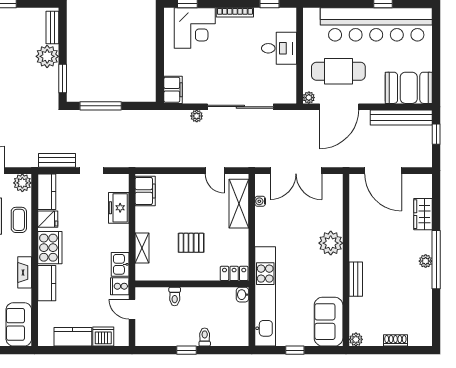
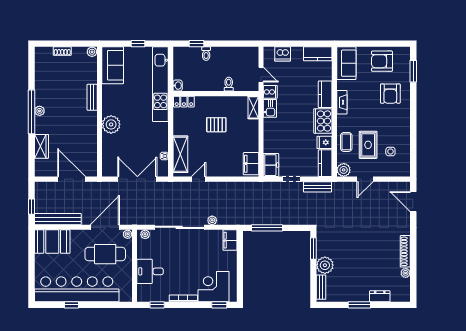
plant: (286, 97) -> (145, 234), added
window: (101, 106) -> (267, 228), moved
door: (215, 171) -> (199, 179), hinge flipped
freezer: (119, 208) -> (271, 165), moved
shelving: (142, 248) -> (253, 107), moved
kitchen counter: (73, 337) -> (318, 54), moved
window: (187, 350) -> (196, 44), moved

